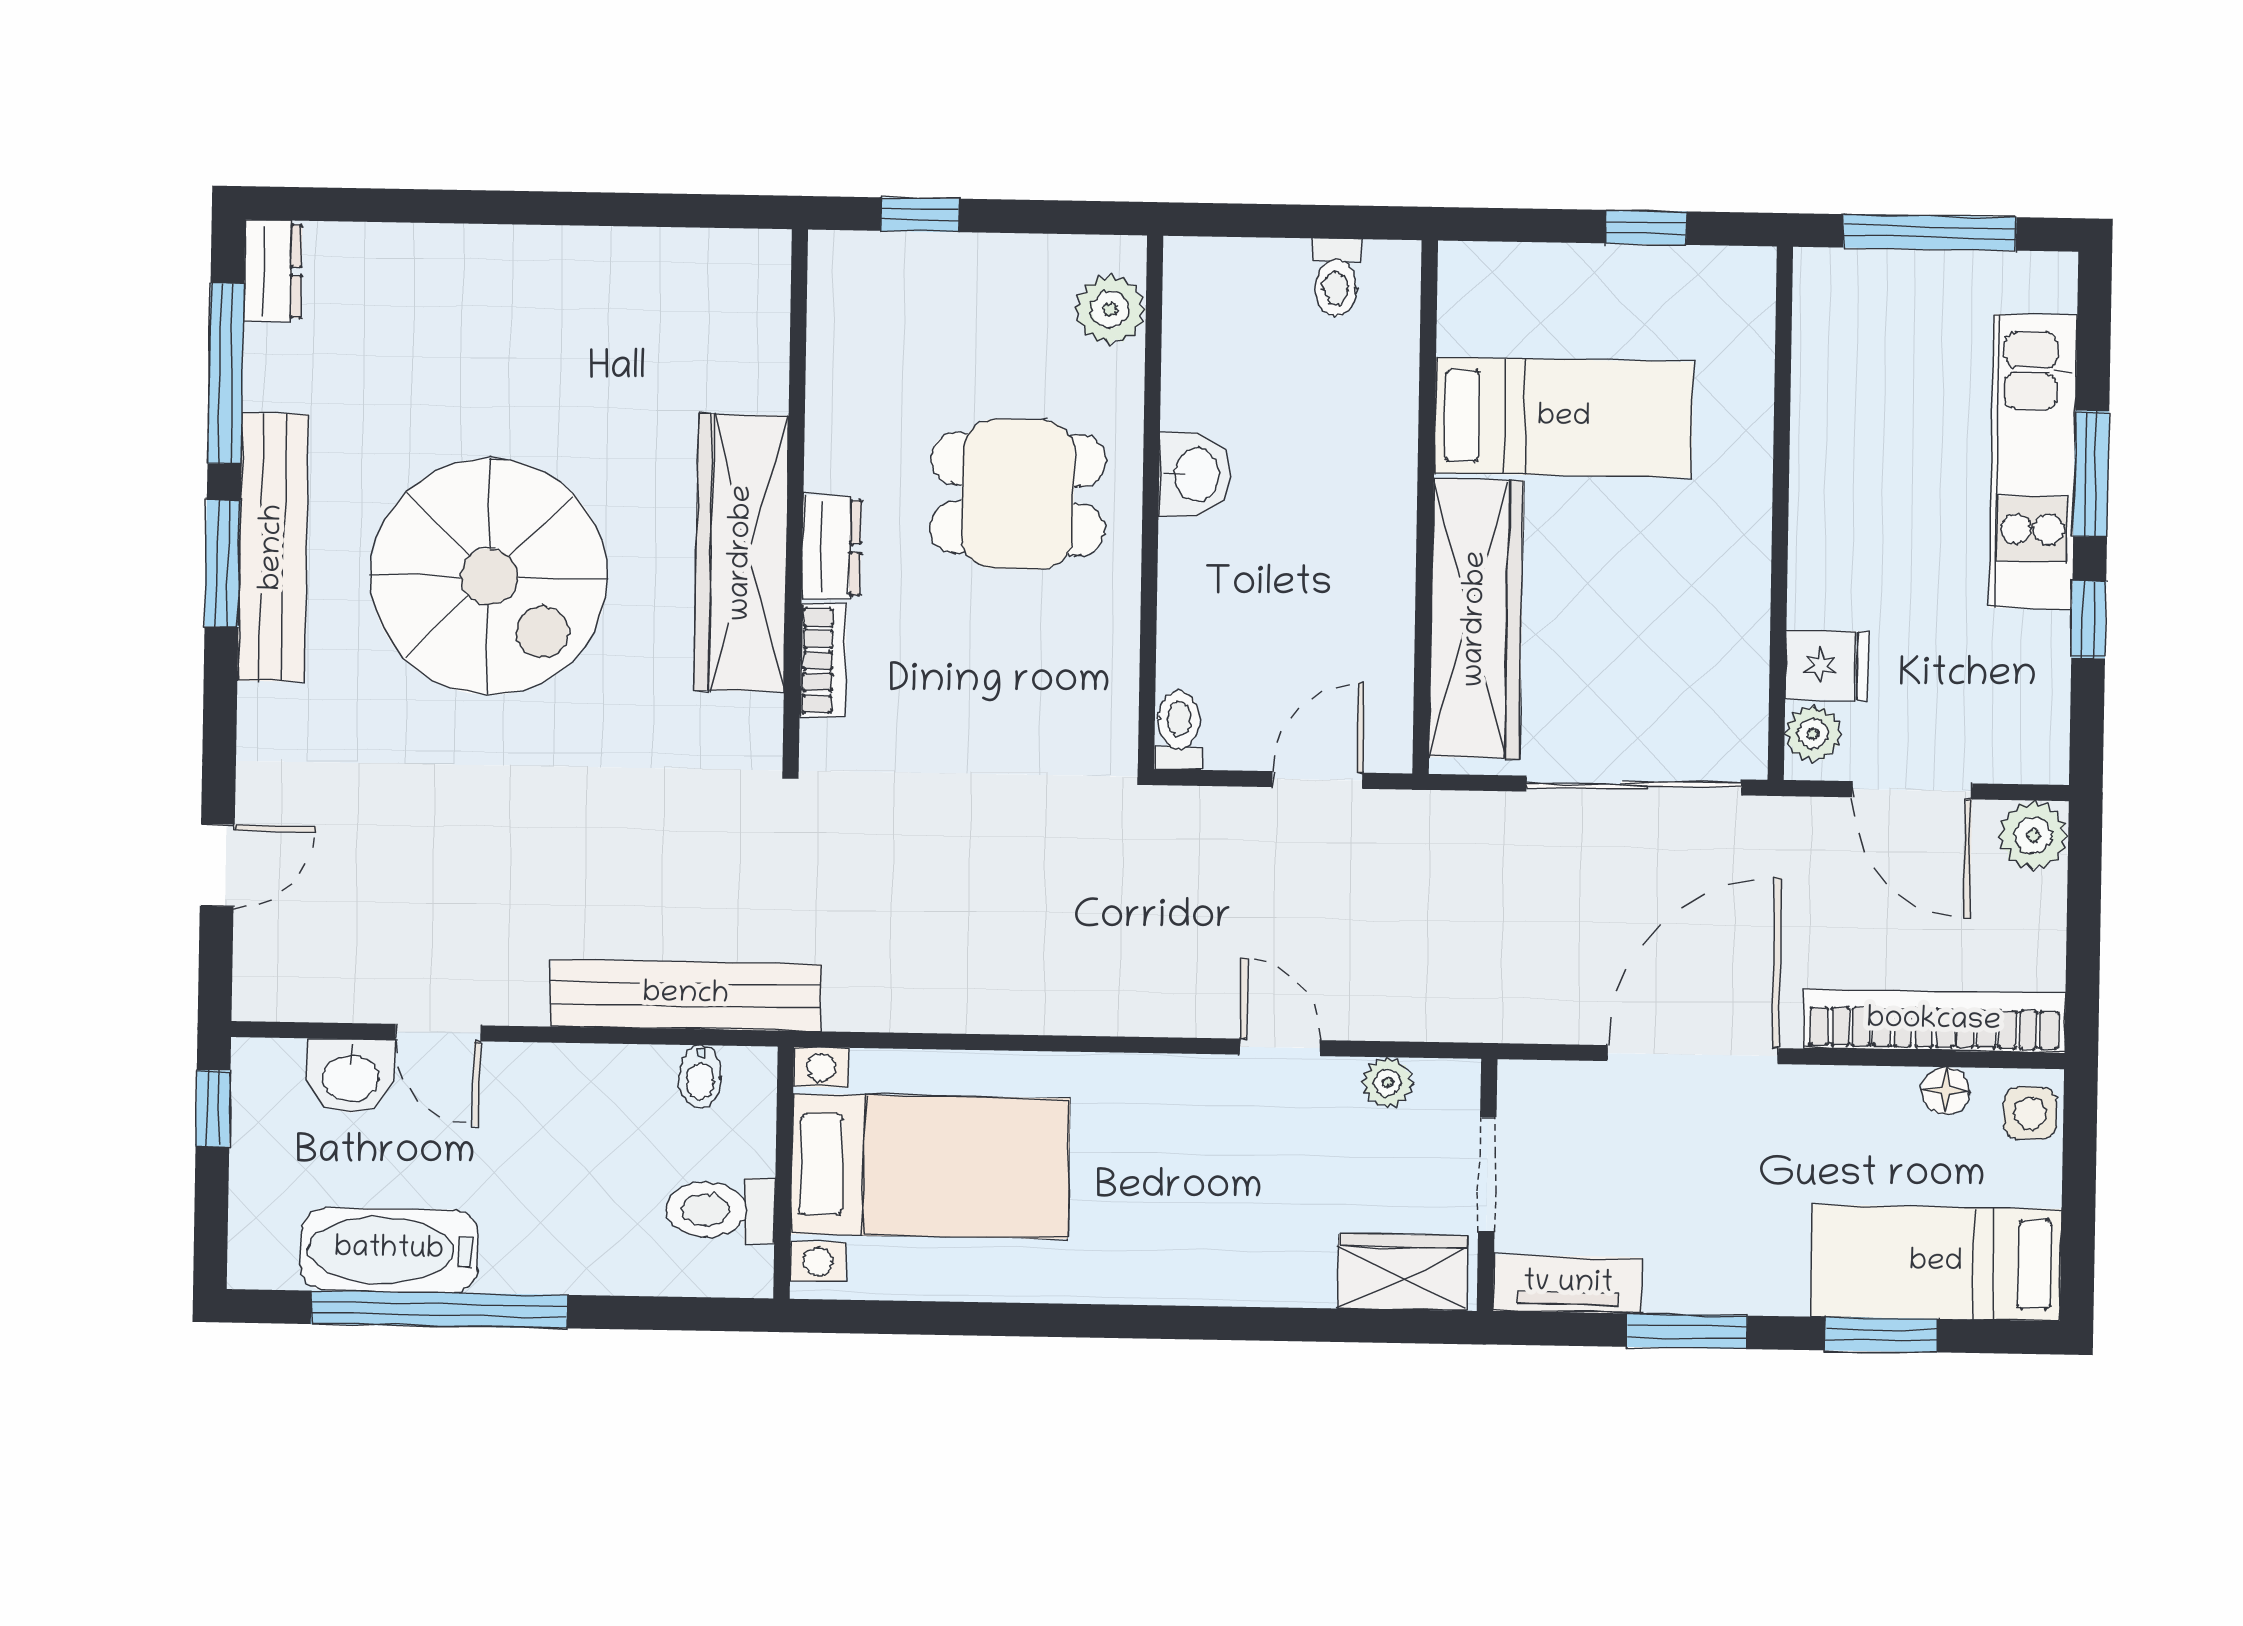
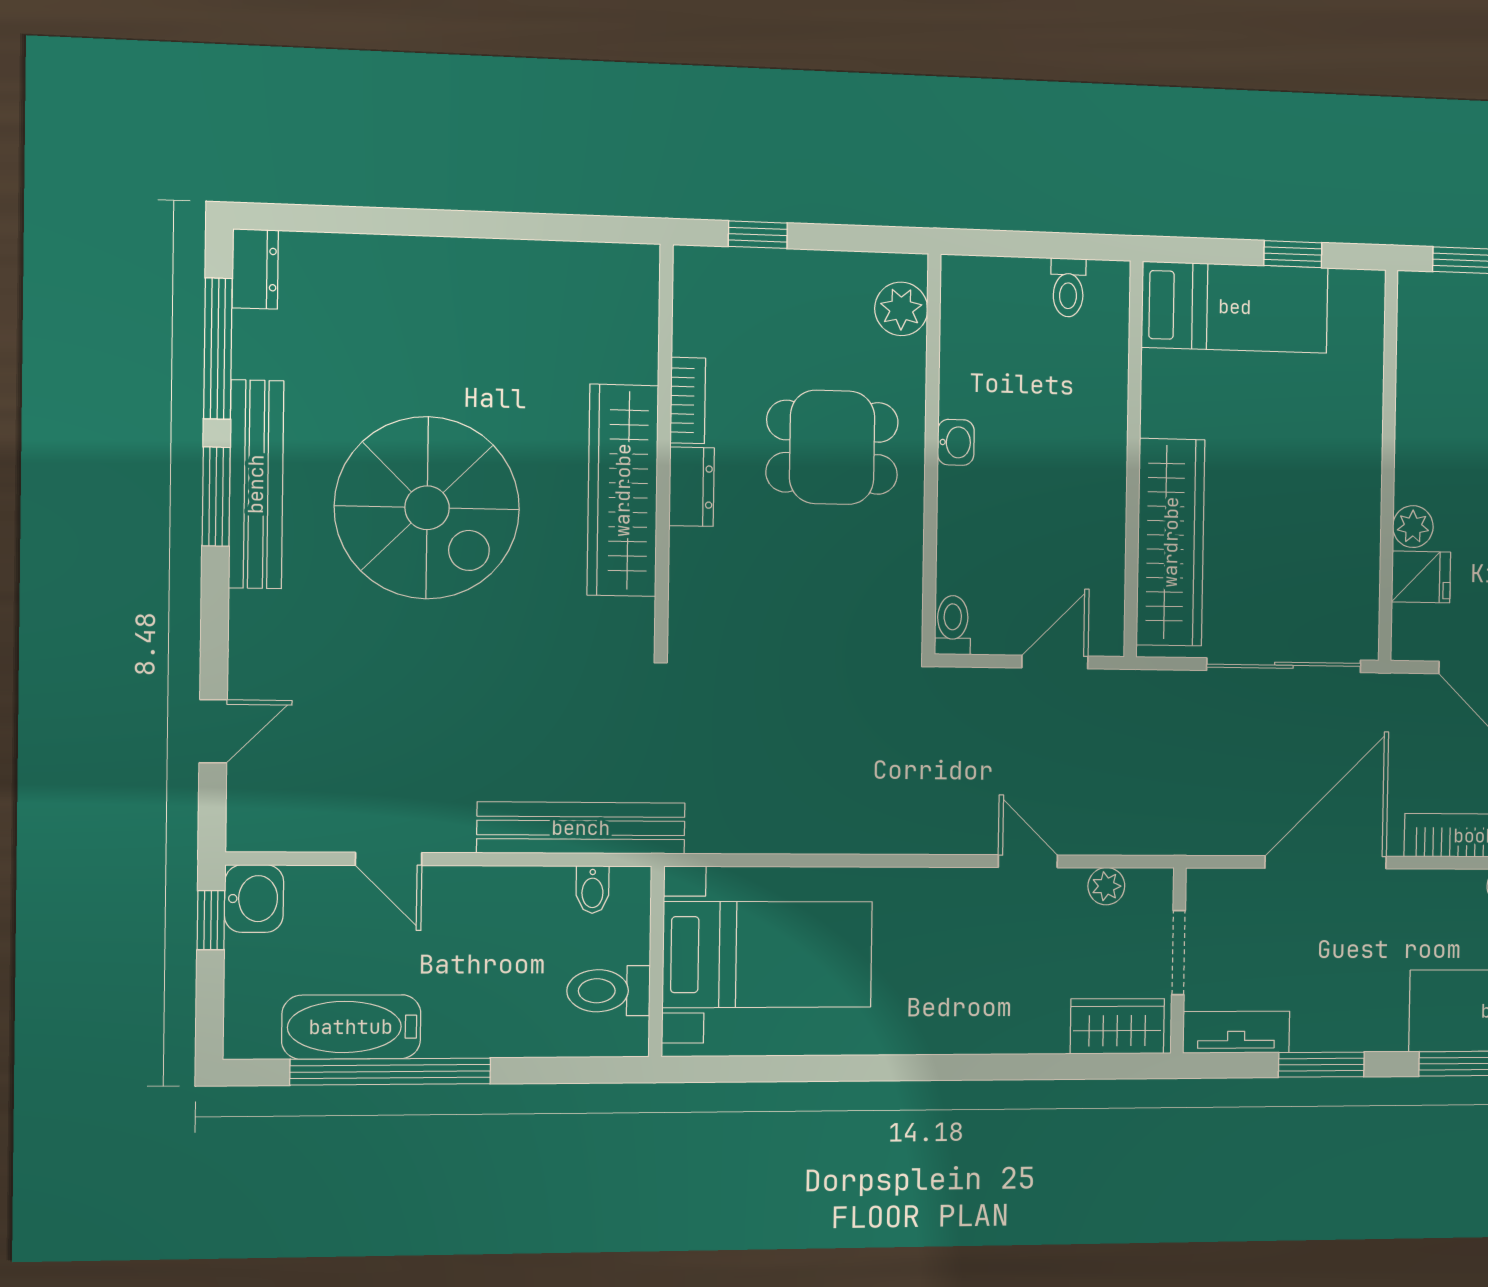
bed: (1564, 418) -> (1235, 307), moved
washbasin: (1195, 475) -> (956, 442), width x0.72, depth x0.69
bookcase: (823, 661) -> (688, 400), moved
plant: (1813, 734) -> (1413, 527), moved
washbasin: (350, 1076) -> (254, 899), moved, turned -90

